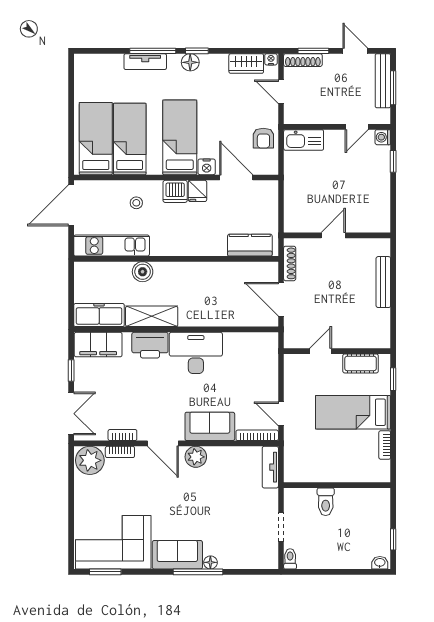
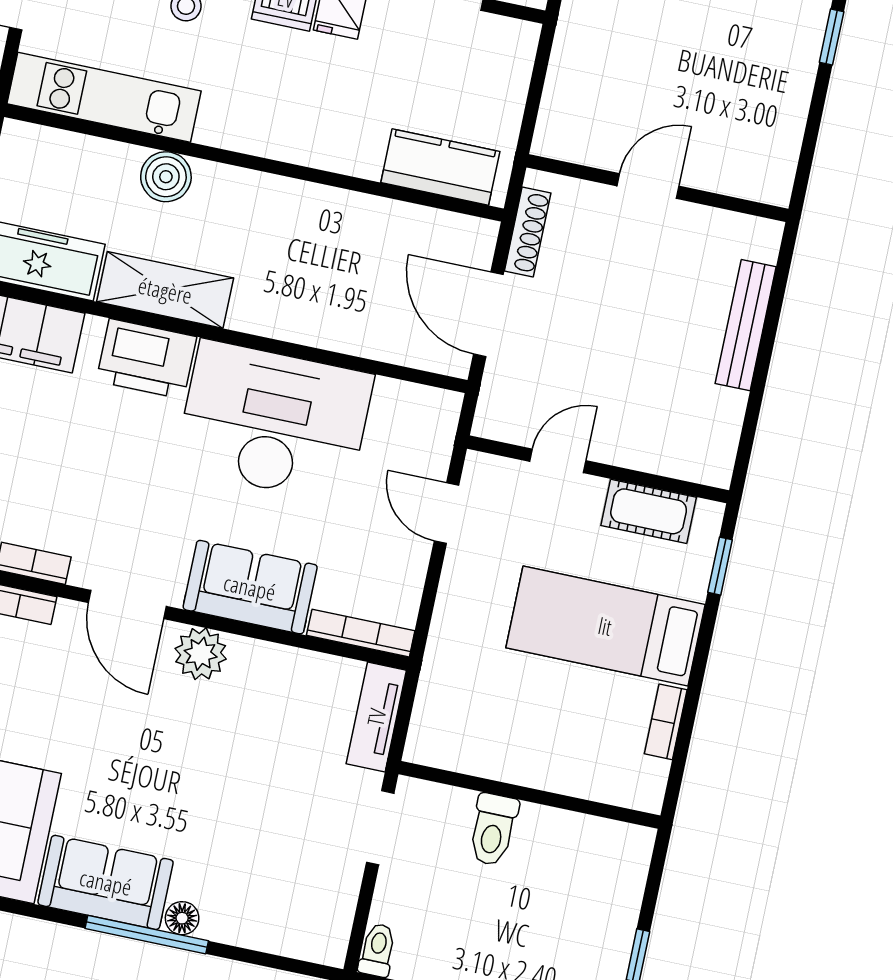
desk: (196, 353) -> (274, 421), width x1.36, depth x1.30
door: (281, 414) -> (446, 513), moved
doorway: (281, 527) -> (380, 828), moved

